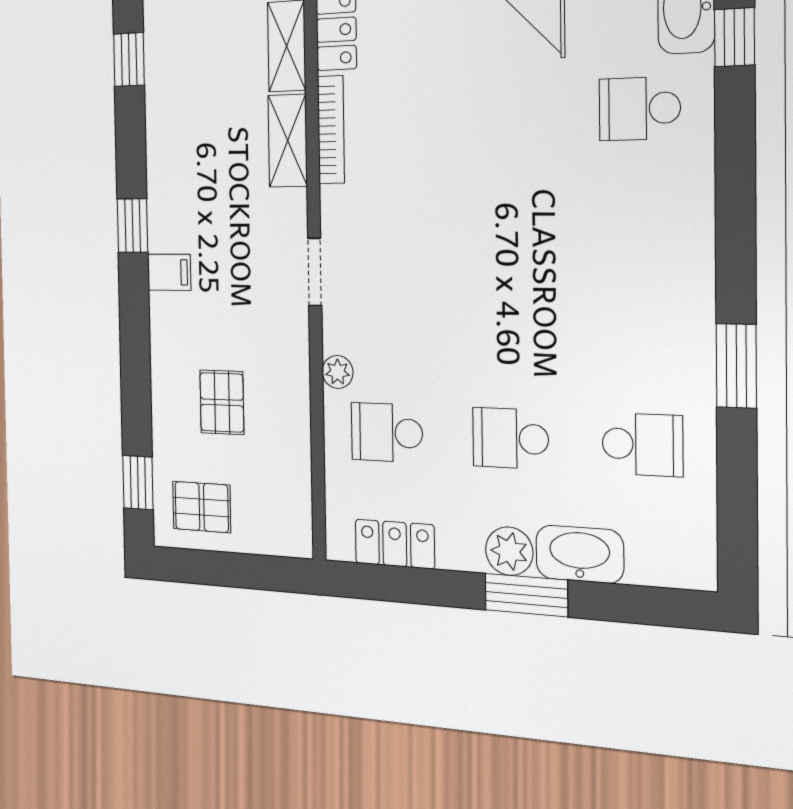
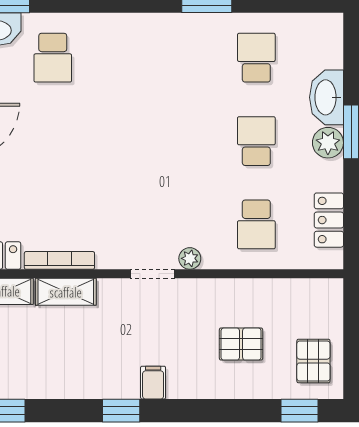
plant: (338, 372) -> (190, 258), moved
school desk: (510, 438) -> (256, 141), turned 180

